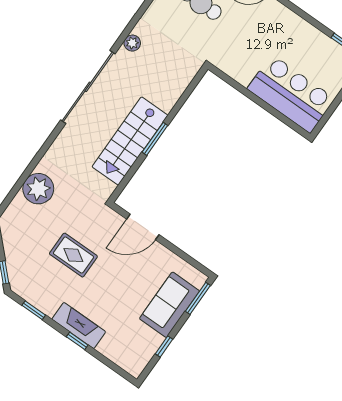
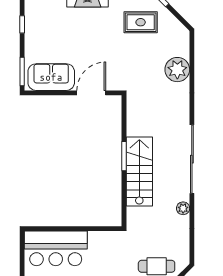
stairs: (130, 141) -> (139, 171), moved
rug: (73, 255) -> (141, 22), moved
sofa: (169, 305) -> (51, 77), moved, turned -90

